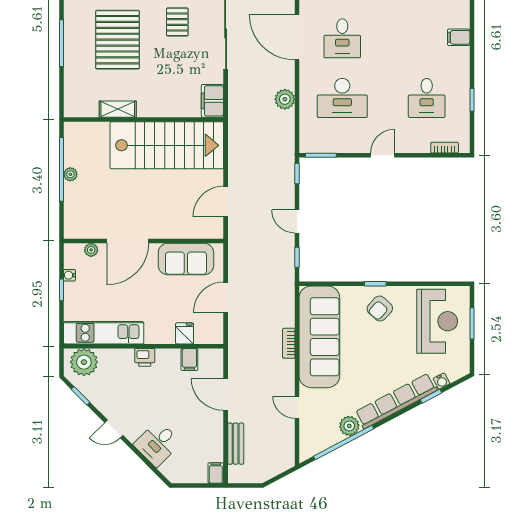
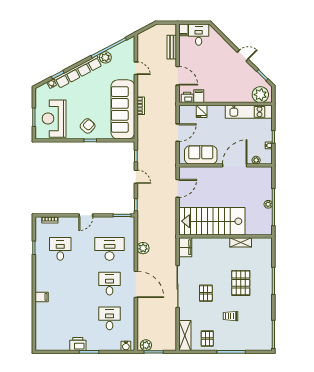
filing cabinet: (459, 37) -> (42, 297), moved
pallet: (117, 40) -> (241, 283), width x0.73, depth x0.71
printer: (145, 357) -> (187, 97), moved
desk: (157, 444) -> (199, 35), moved, turned -45

